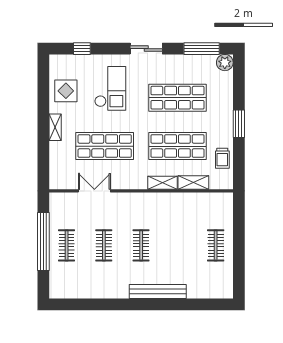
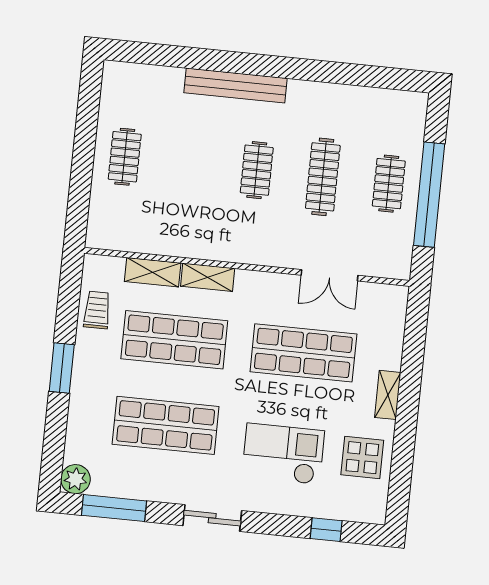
checkout: (110, 88) -> (283, 454), turned 90
clothes rail: (104, 245) -> (323, 177), width x1.36

